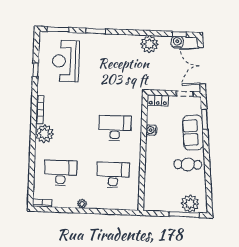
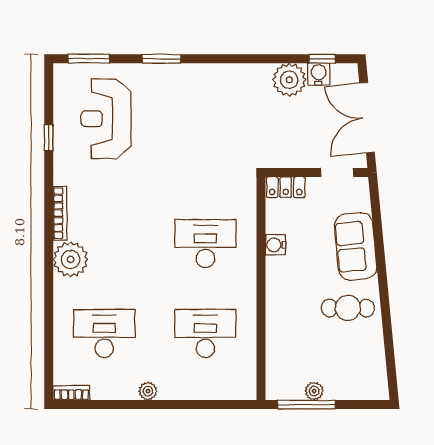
plant: (149, 44) -> (289, 80), moved
window: (205, 119) -> (377, 220), removed
plant: (190, 204) -> (314, 391), moved, width x0.53, depth x0.53
window: (184, 215) -> (306, 405), moved

